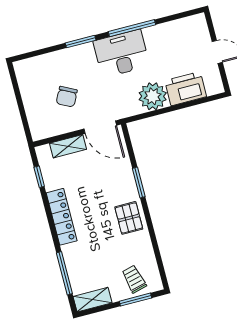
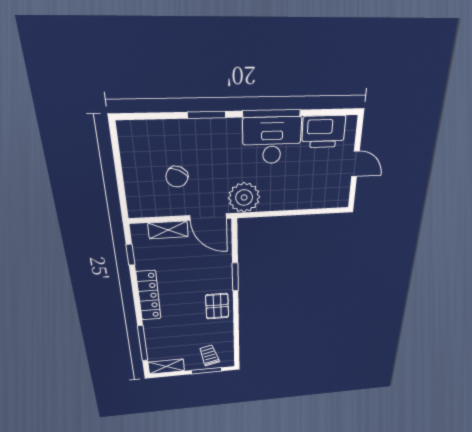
desk: (121, 54) -> (272, 141), moved
printer: (186, 89) -> (324, 132), moved, turned 180
plant: (153, 96) -> (244, 197), moved

